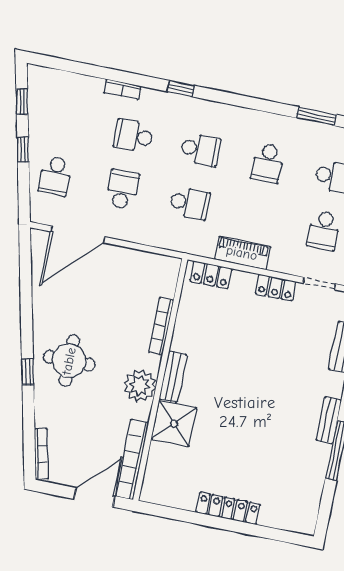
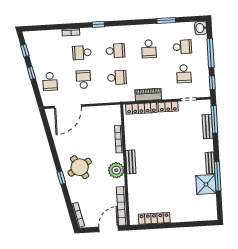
locker: (211, 275) -> (141, 108), width x1.53
round table: (69, 361) -> (80, 167), turned -31
shower: (174, 424) -> (206, 184), moved
locker: (228, 508) -> (154, 218), moved

